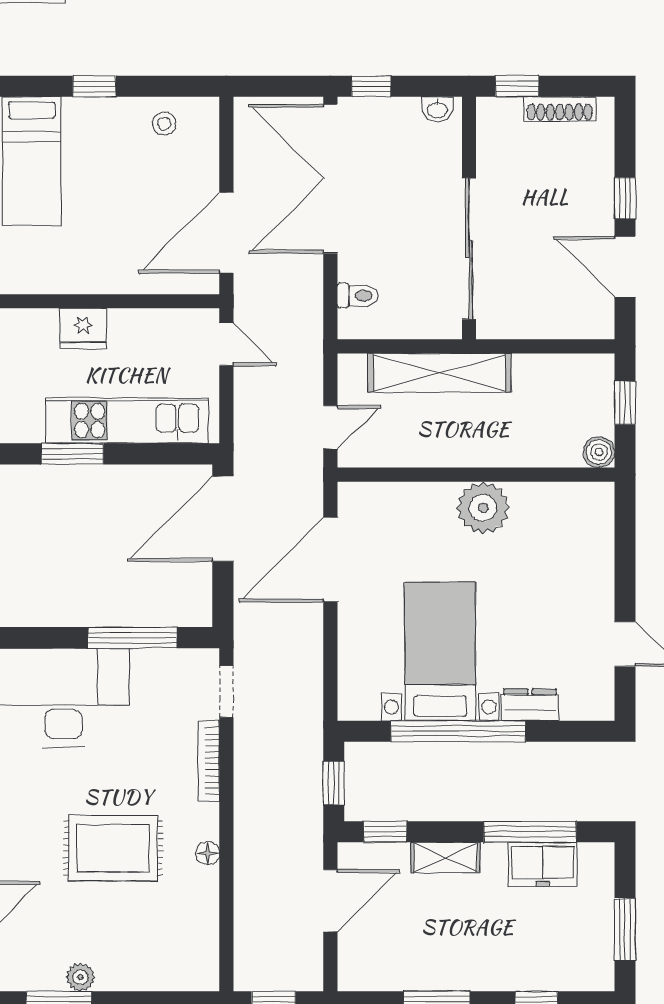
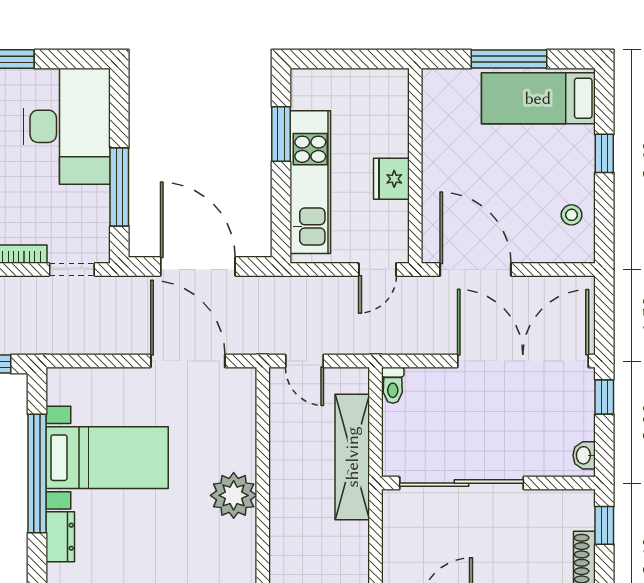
toilet: (358, 296) -> (393, 385), moved
fridge: (83, 328) -> (391, 179), moved
door: (223, 519) -> (198, 266), moved

